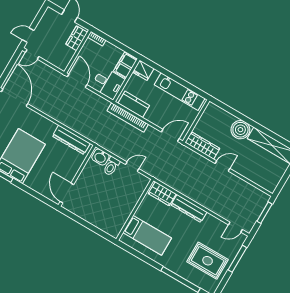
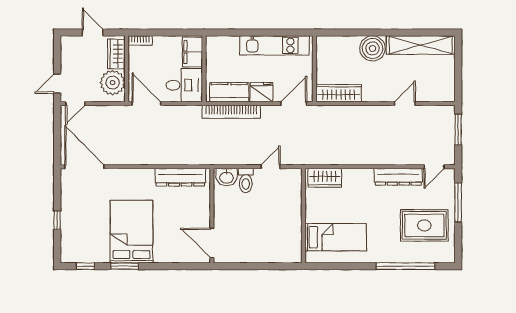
plant: (64, 55) -> (113, 83), added
fridge: (143, 70) -> (261, 92), moved, turned 180
door: (223, 166) -> (405, 104), moved
dresser: (189, 208) -> (398, 177), moved

